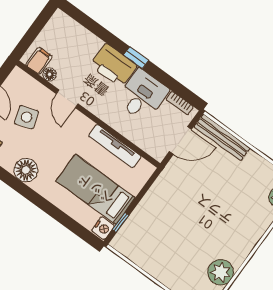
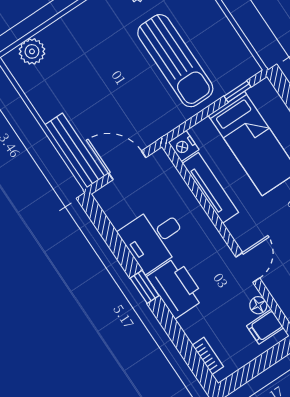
bookcase: (180, 103) -> (208, 356), moved
nightstand: (103, 228) -> (184, 146), moved, turned -90
sun lounger: (173, 228) -> (175, 61), added

